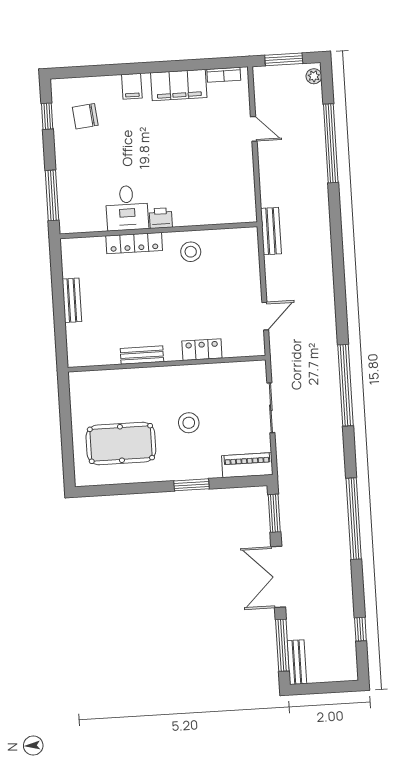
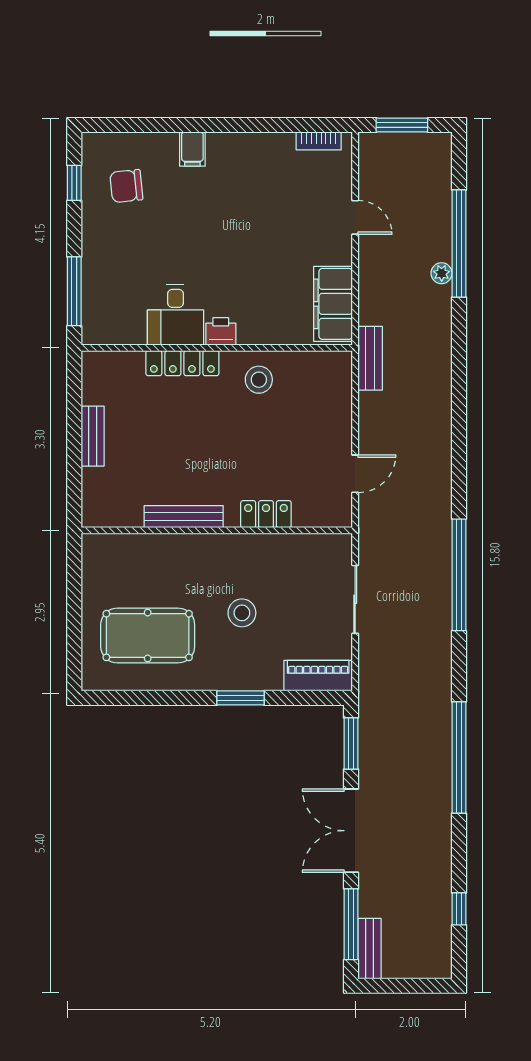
plant: (314, 76) -> (442, 273), moved
filing cabinet: (179, 85) -> (333, 304), moved, turned 90
bench: (142, 355) -> (184, 517), width x1.36

